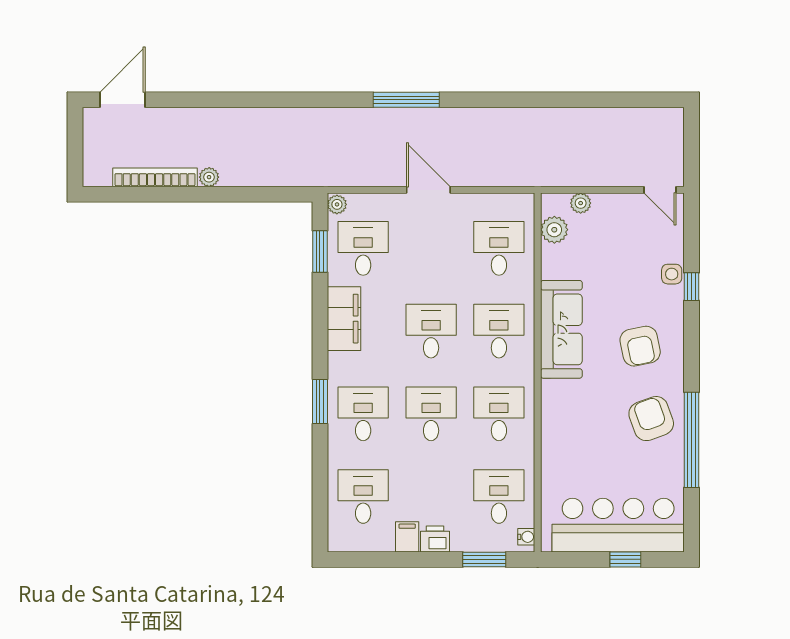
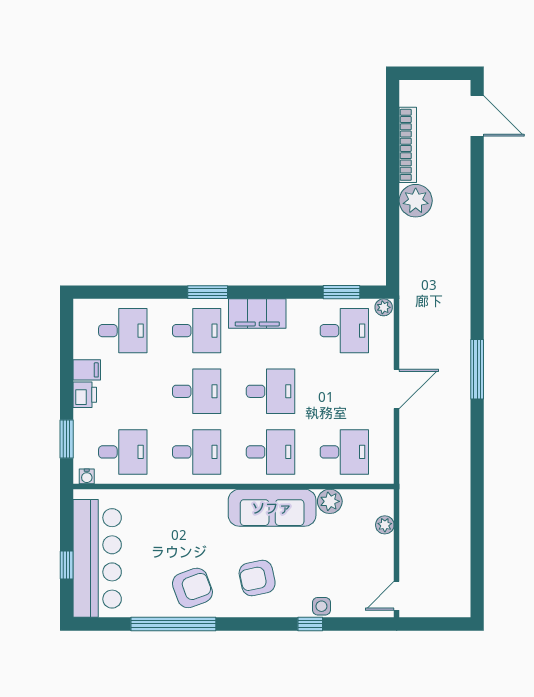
plant: (209, 177) -> (416, 201), width x1.88, depth x1.88
plant: (554, 230) -> (330, 501), moved
filing cabinet: (344, 319) -> (257, 314), moved

